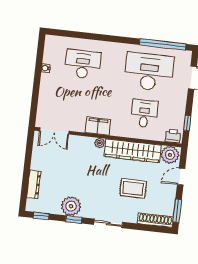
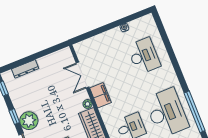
double door: (54, 131) -> (83, 75), moved
plant: (71, 206) -> (29, 121), moved

